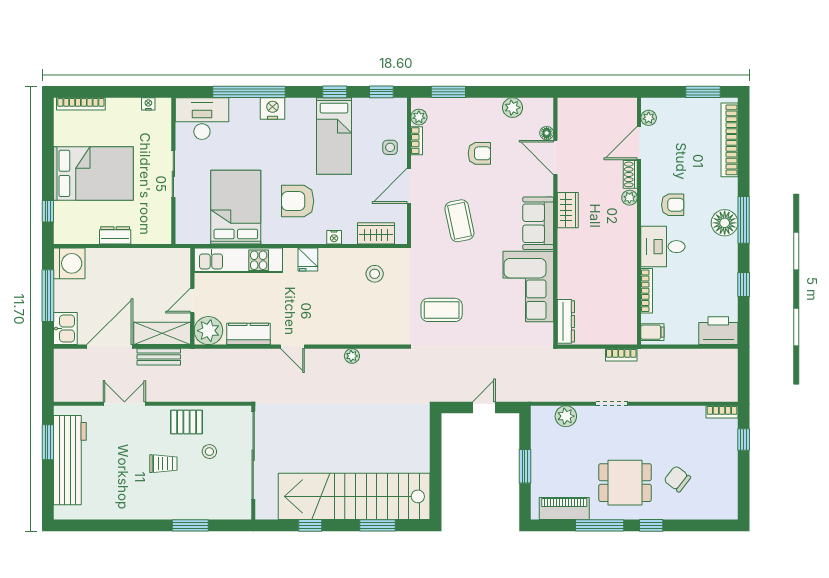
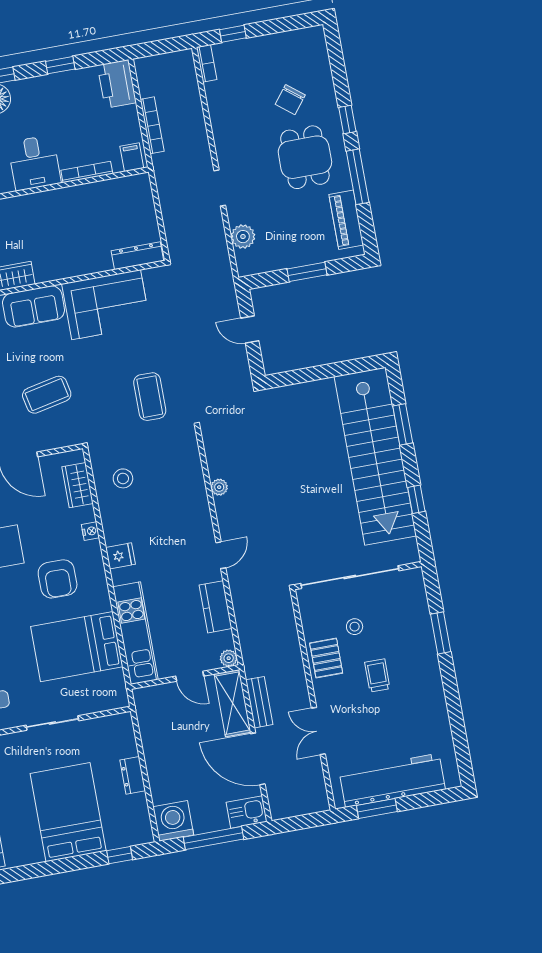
plant: (208, 331) -> (229, 658), width x0.53, depth x0.53
bookcase: (621, 355) -> (152, 125), moved, width x1.56

